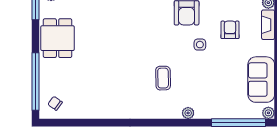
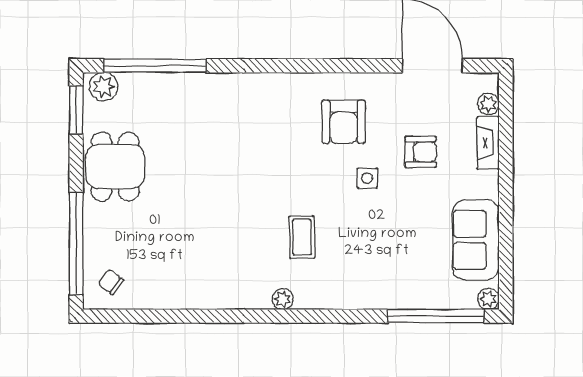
armchair: (230, 30) -> (421, 152), turned 90
plant: (188, 113) -> (283, 299), moved

